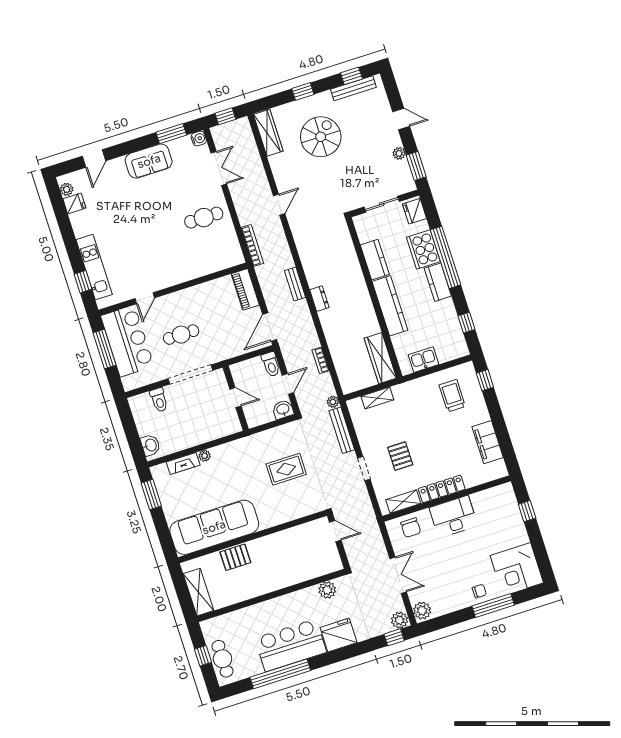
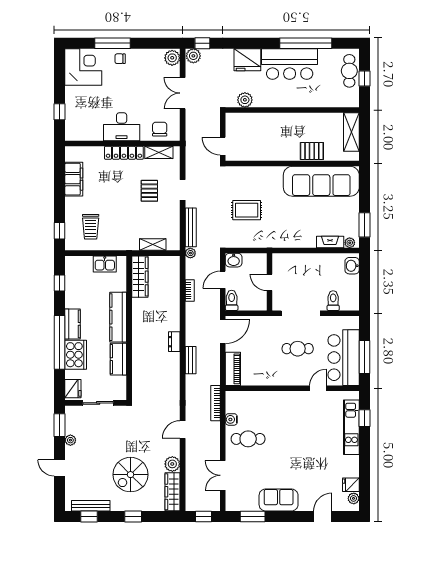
water cooler: (199, 139) -> (231, 419), moved
plant: (278, 163) -> (172, 464), added
plant: (205, 456) -> (350, 243), moved

